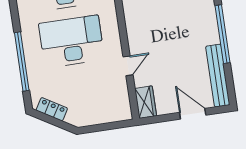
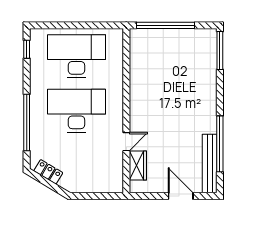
window: (222, 34) -> (220, 144), moved
wardrobe: (146, 102) -> (138, 166), moved

